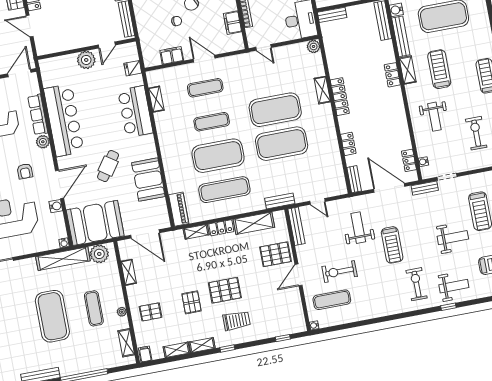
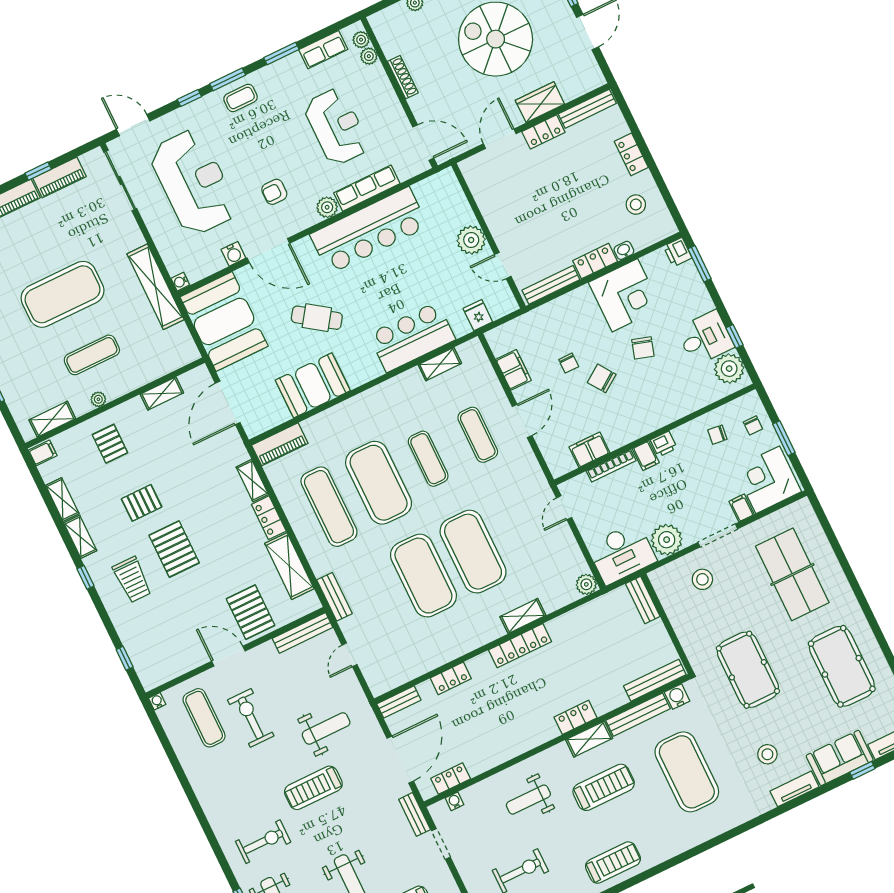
plant: (99, 254) -> (178, 341), removed

